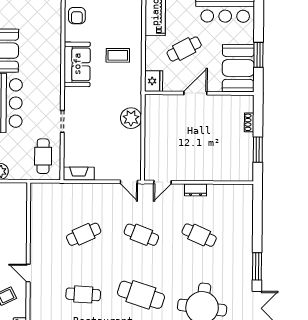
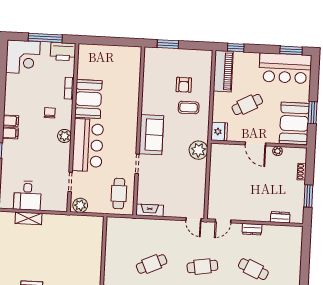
armchair: (77, 16) -> (184, 85), moved
sofa: (77, 64) -> (151, 135), moved
door: (195, 93) -> (255, 144), swing flipped
plant: (221, 100) -> (277, 151), added
plant: (131, 118) -> (198, 150), moved
dresser: (227, 175) -> (280, 217), added
cafe table: (141, 235) -> (202, 267), turned -30

